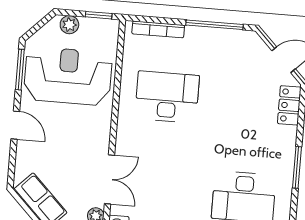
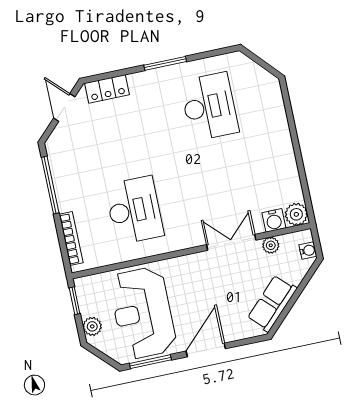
desk: (167, 97) -> (134, 210), turned 180
door: (15, 125) -> (206, 350), width x1.38

